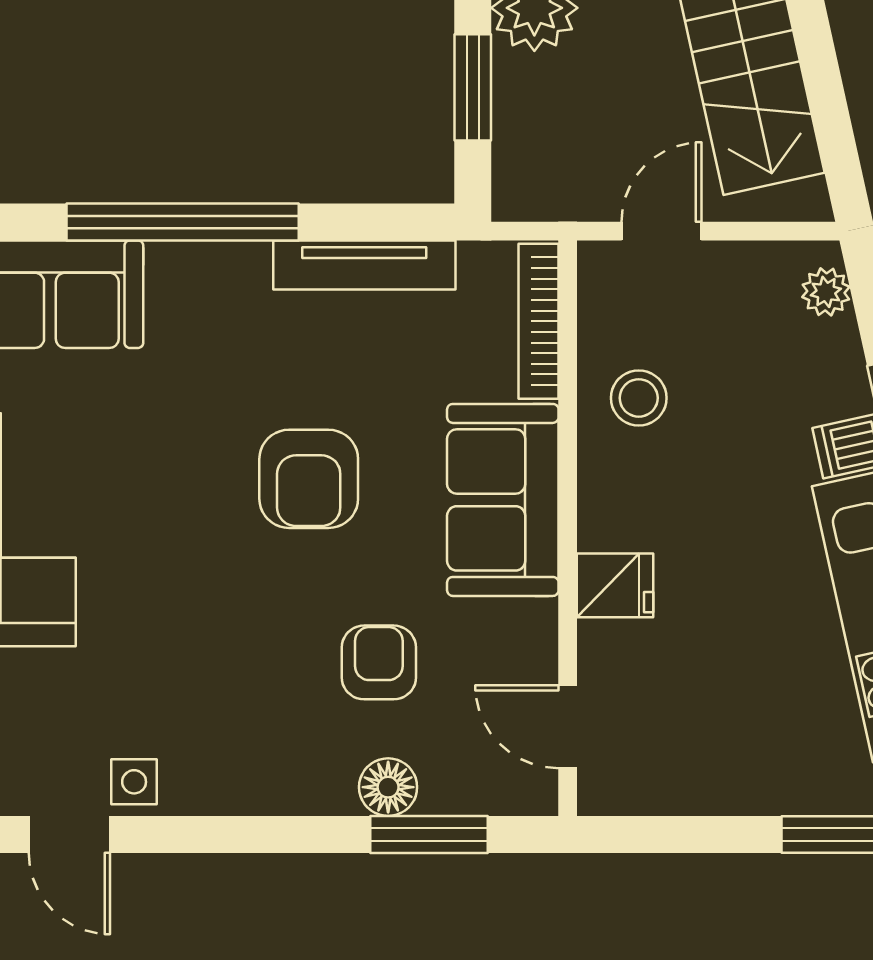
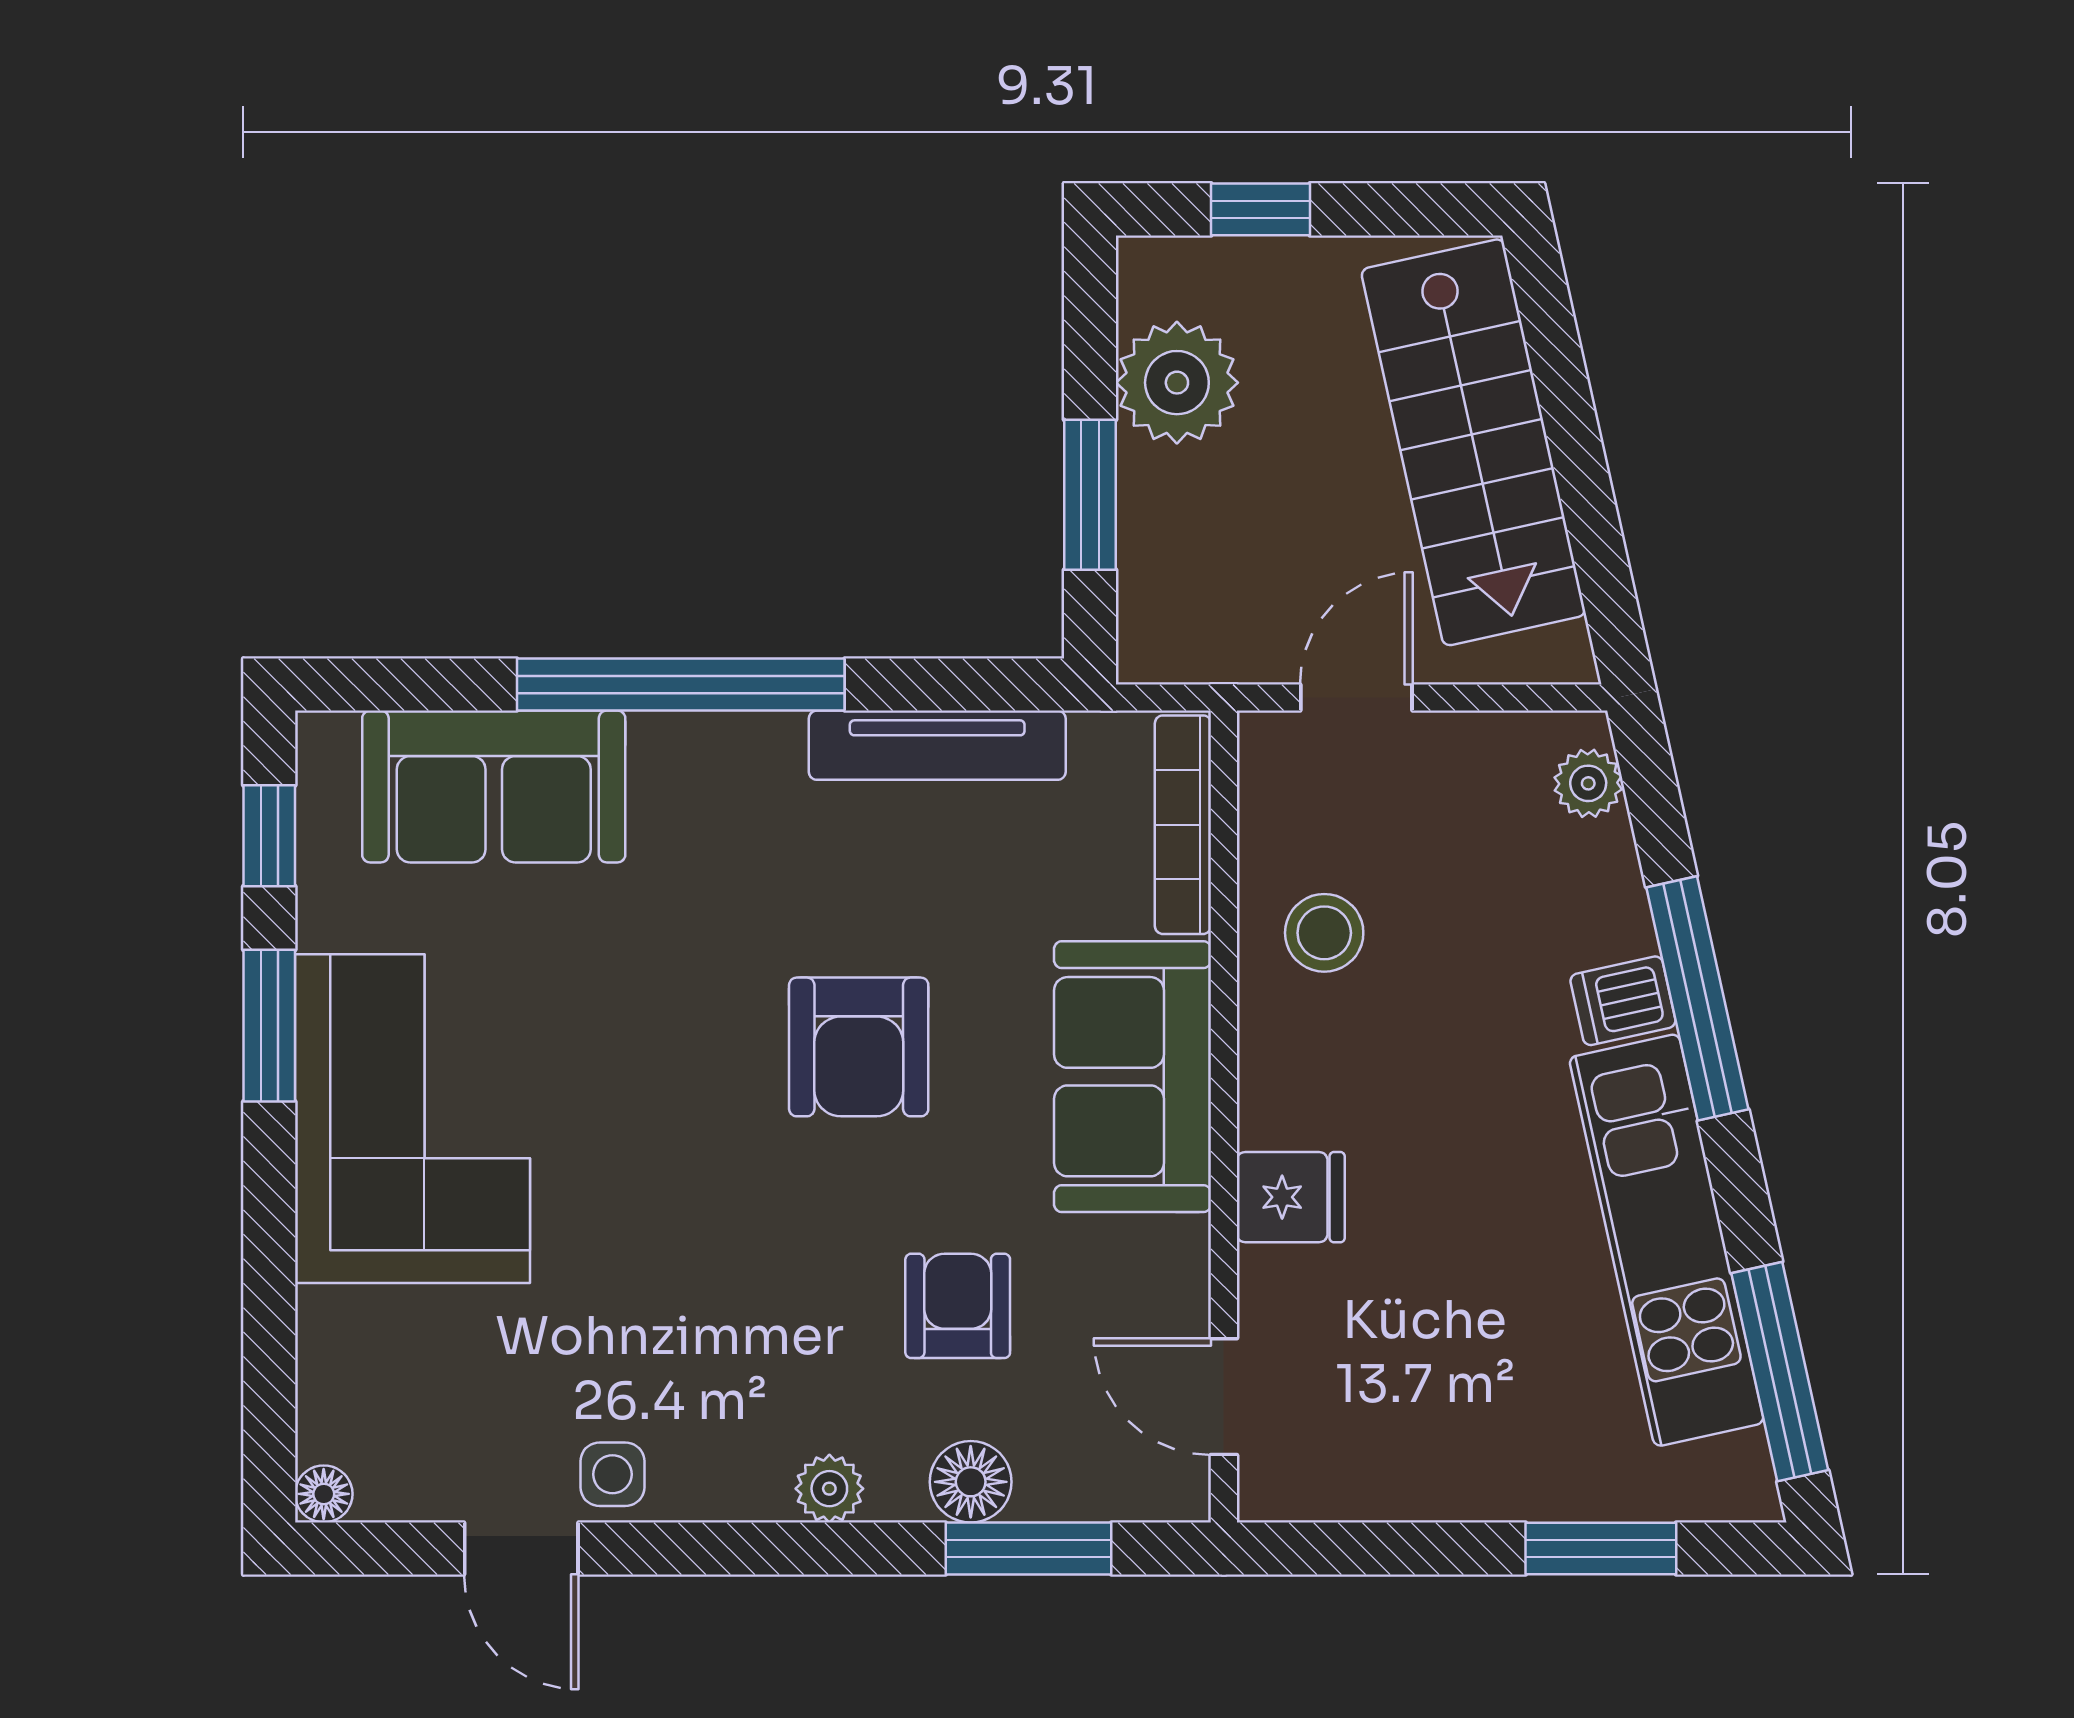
plant: (288, 792) -> (829, 1489), added

